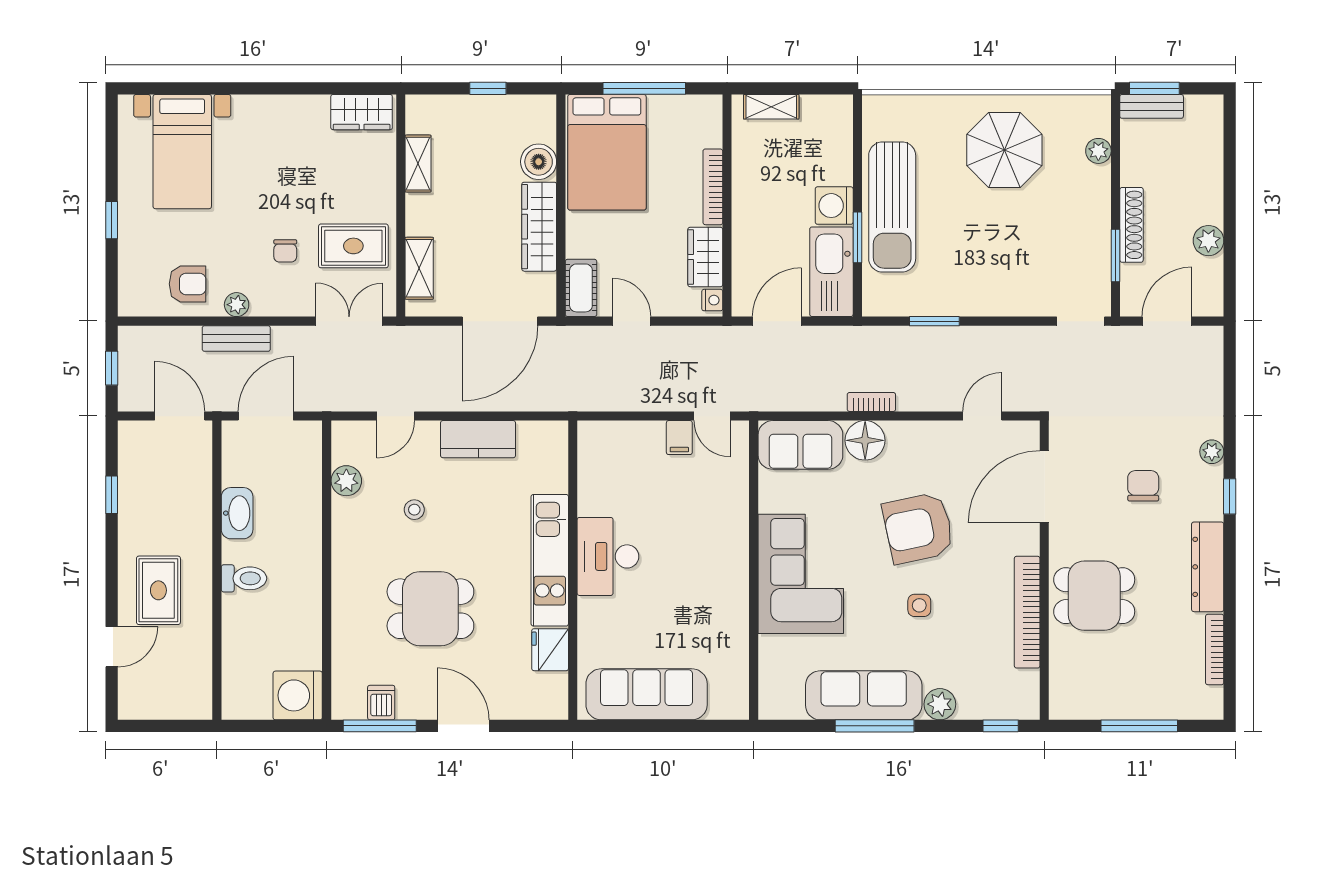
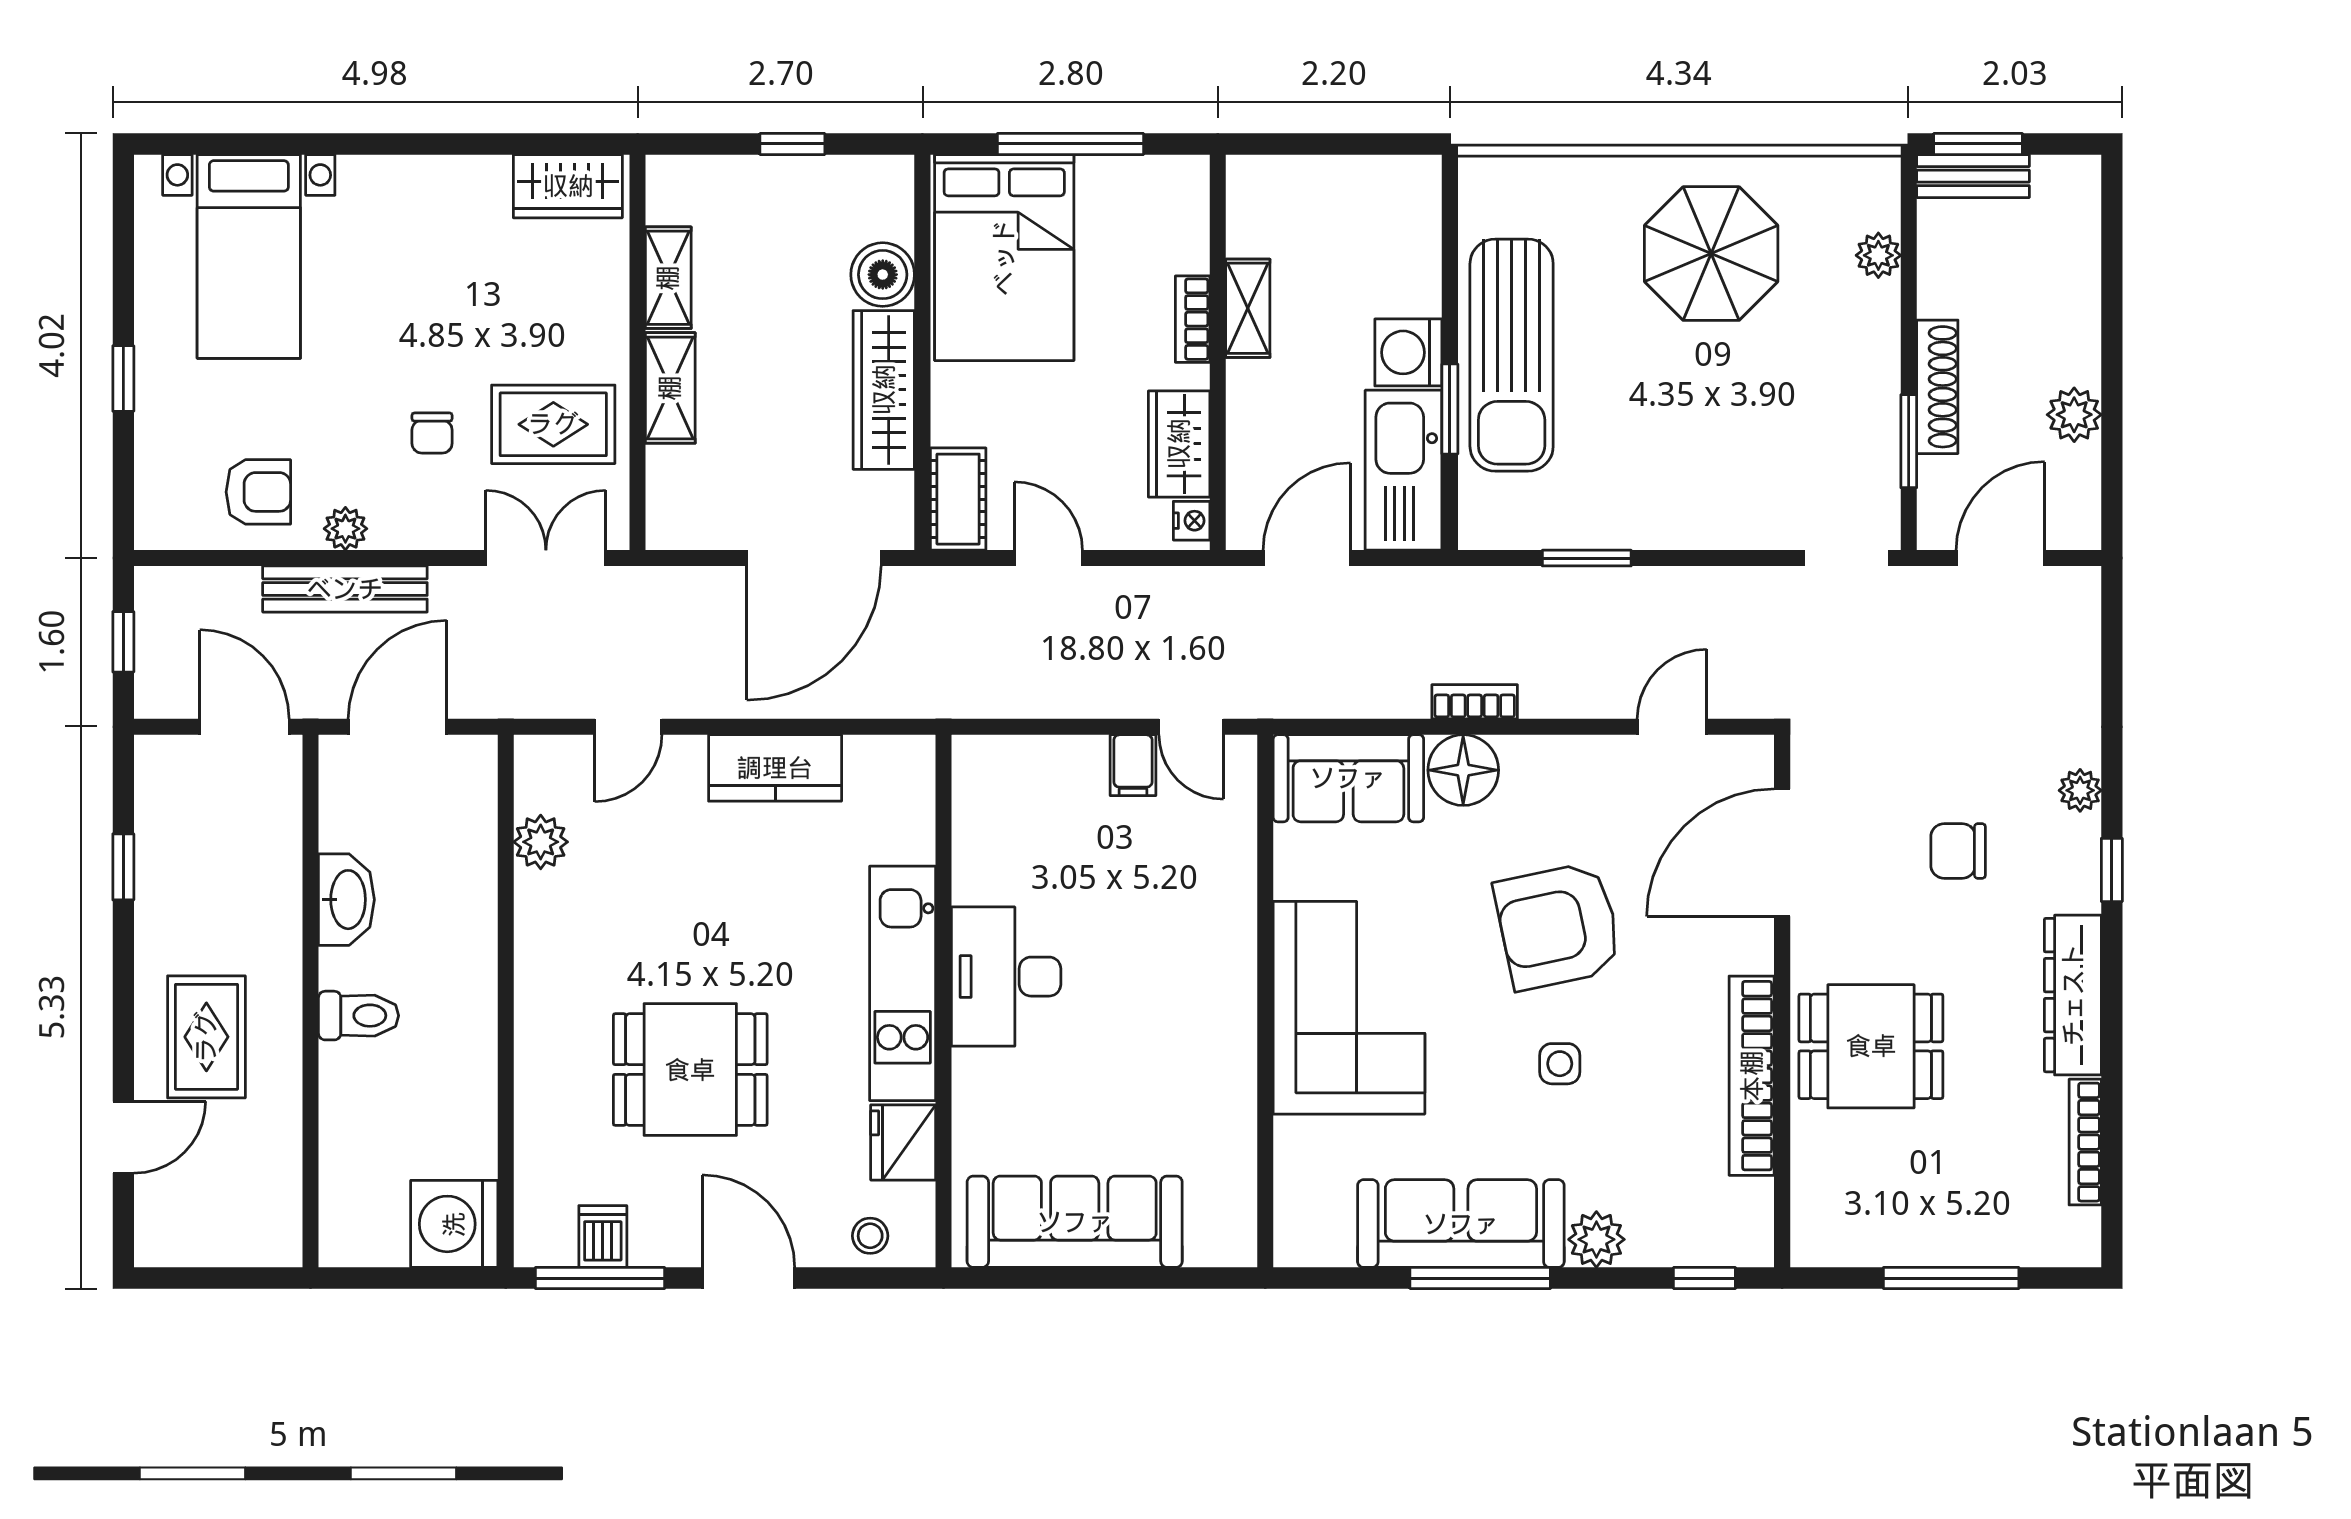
shelving: (771, 107) -> (1248, 308), moved, turned 90
bookcase: (713, 187) -> (1193, 319), width x0.64
shelving: (419, 268) -> (670, 388), moved
bench: (236, 339) -> (345, 589), width x1.36
chair: (1143, 486) -> (1958, 851), turned -90
stool: (414, 510) -> (870, 1236), moved

